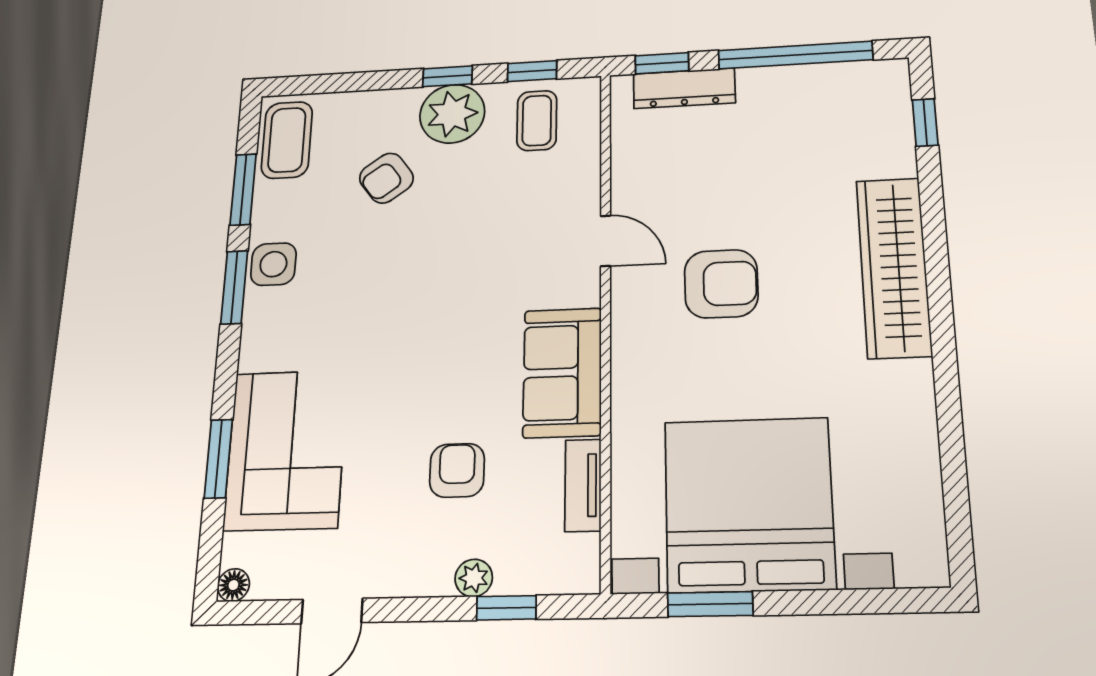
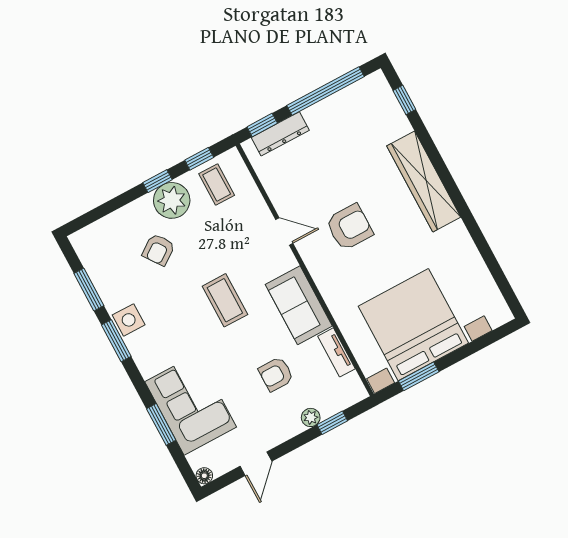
coffee table: (287, 140) -> (225, 300), moved
armchair: (457, 470) -> (276, 374), turned -90

